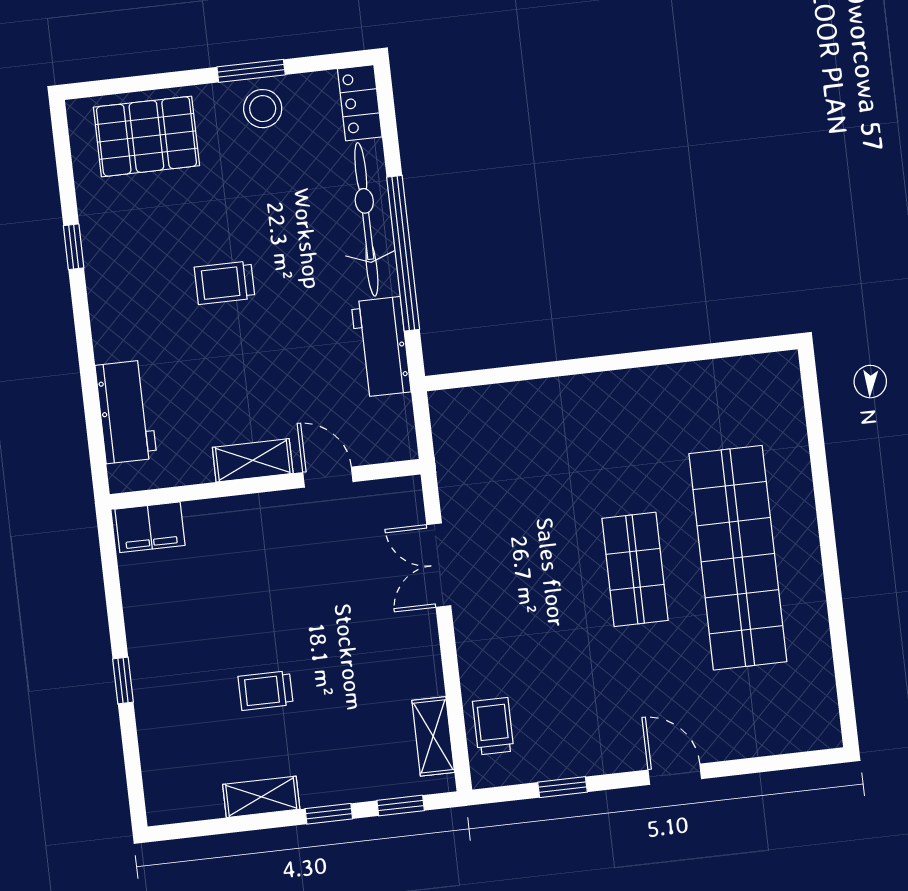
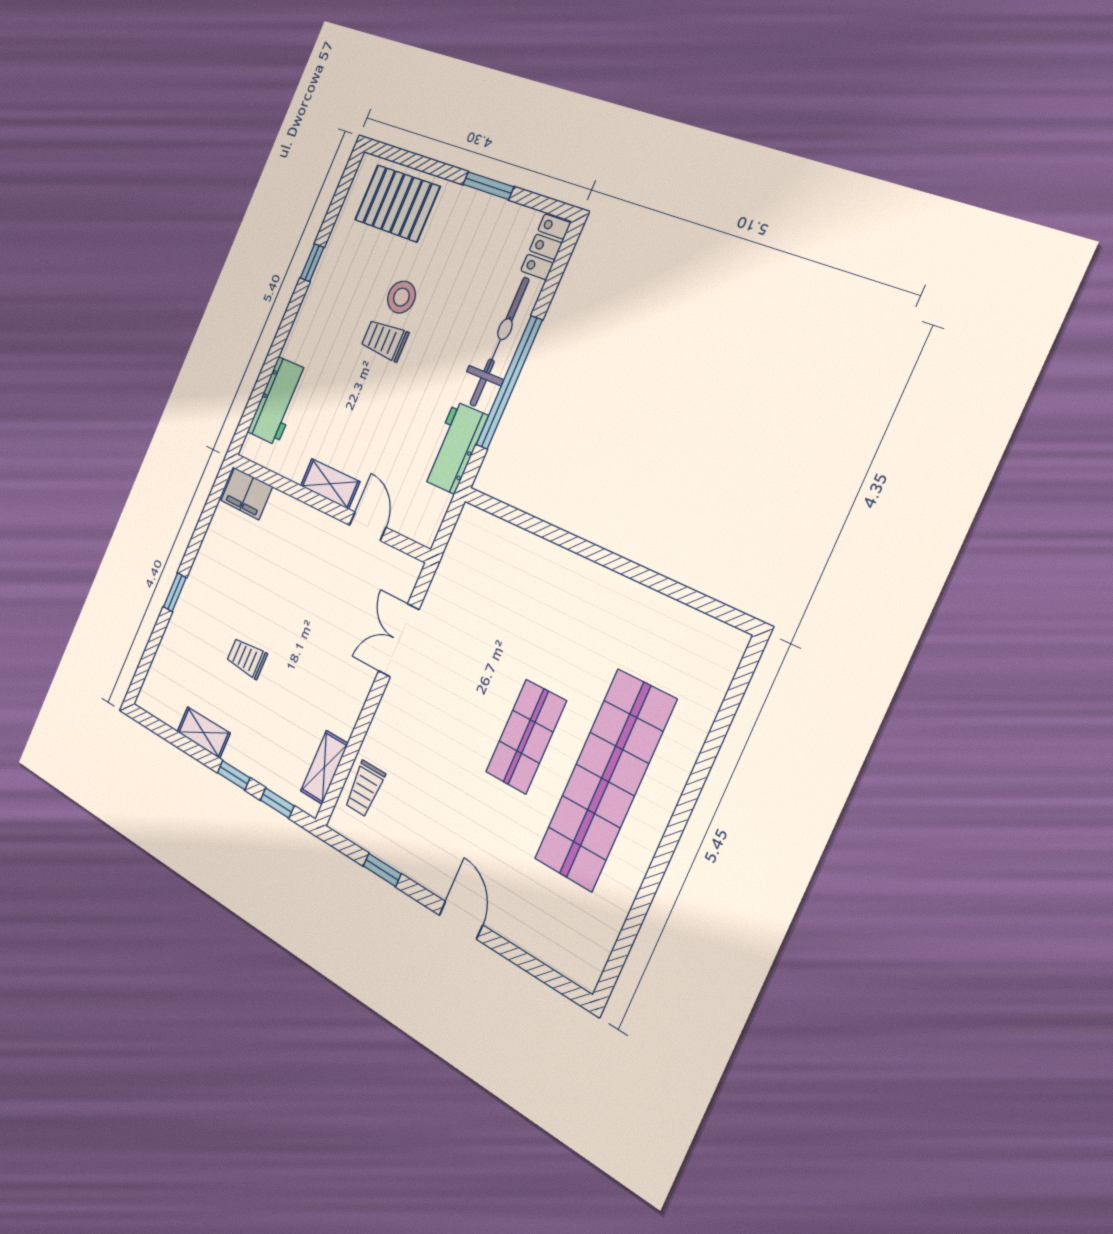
stool: (263, 109) -> (401, 297), moved
trolley: (493, 726) -> (365, 789), turned 180

